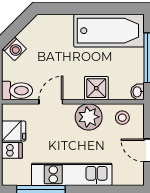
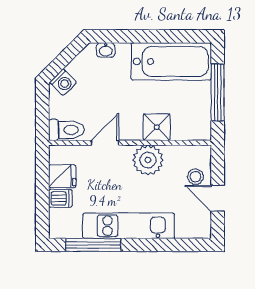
washbasin: (138, 92) -> (106, 50), moved, turned -90
stool: (122, 118) -> (196, 177), moved

